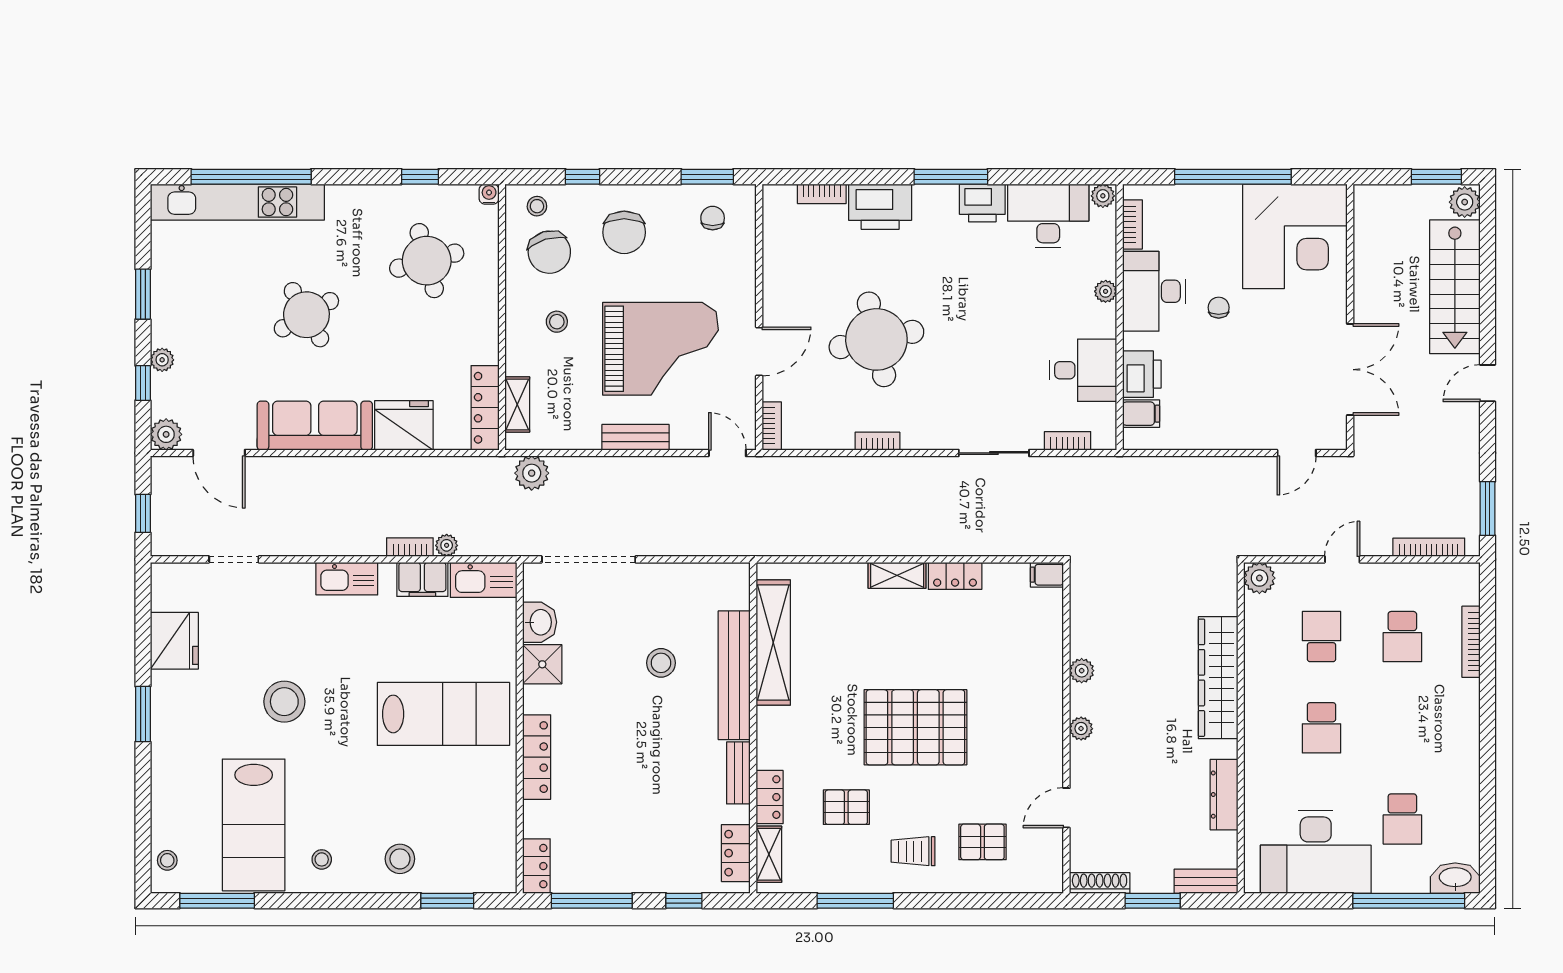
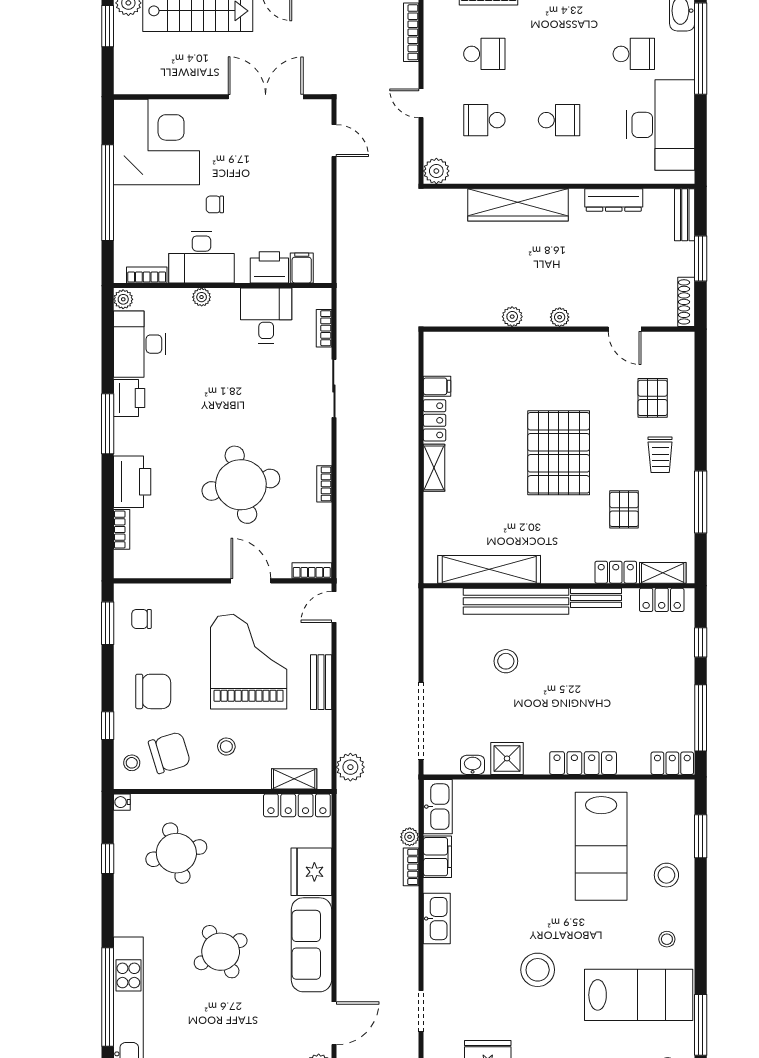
filing cabinet: (1047, 575) -> (437, 386), moved, turned -90
washbasin: (540, 622) -> (473, 765), width x0.72, depth x0.69
lab bench: (443, 714) -> (601, 846), moved, turned 180

